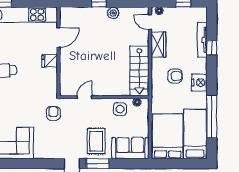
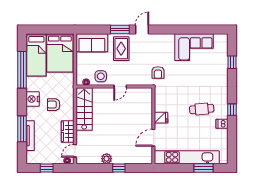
door: (150, 22) -> (75, 151), swing flipped
window: (212, 48) -> (22, 129), width x2.17
door: (84, 97) -> (120, 86), moved

